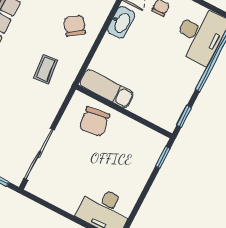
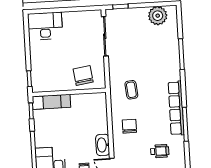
chair: (75, 26) -> (129, 126), turned -143
exam couch: (107, 89) -> (51, 102), moved

